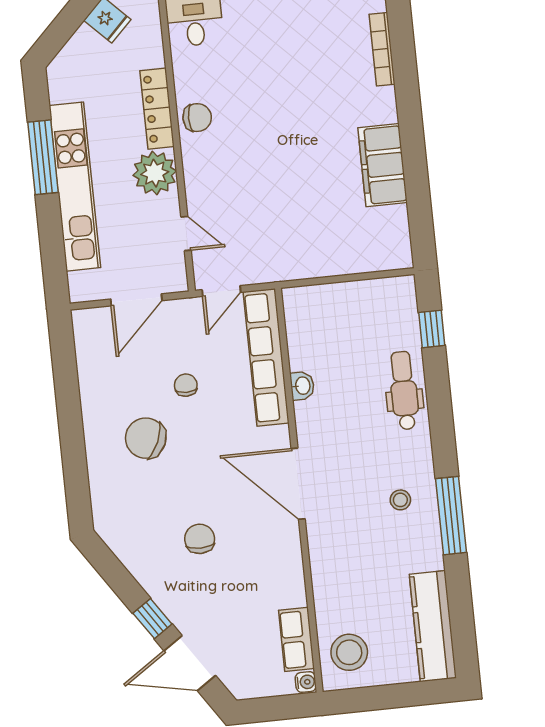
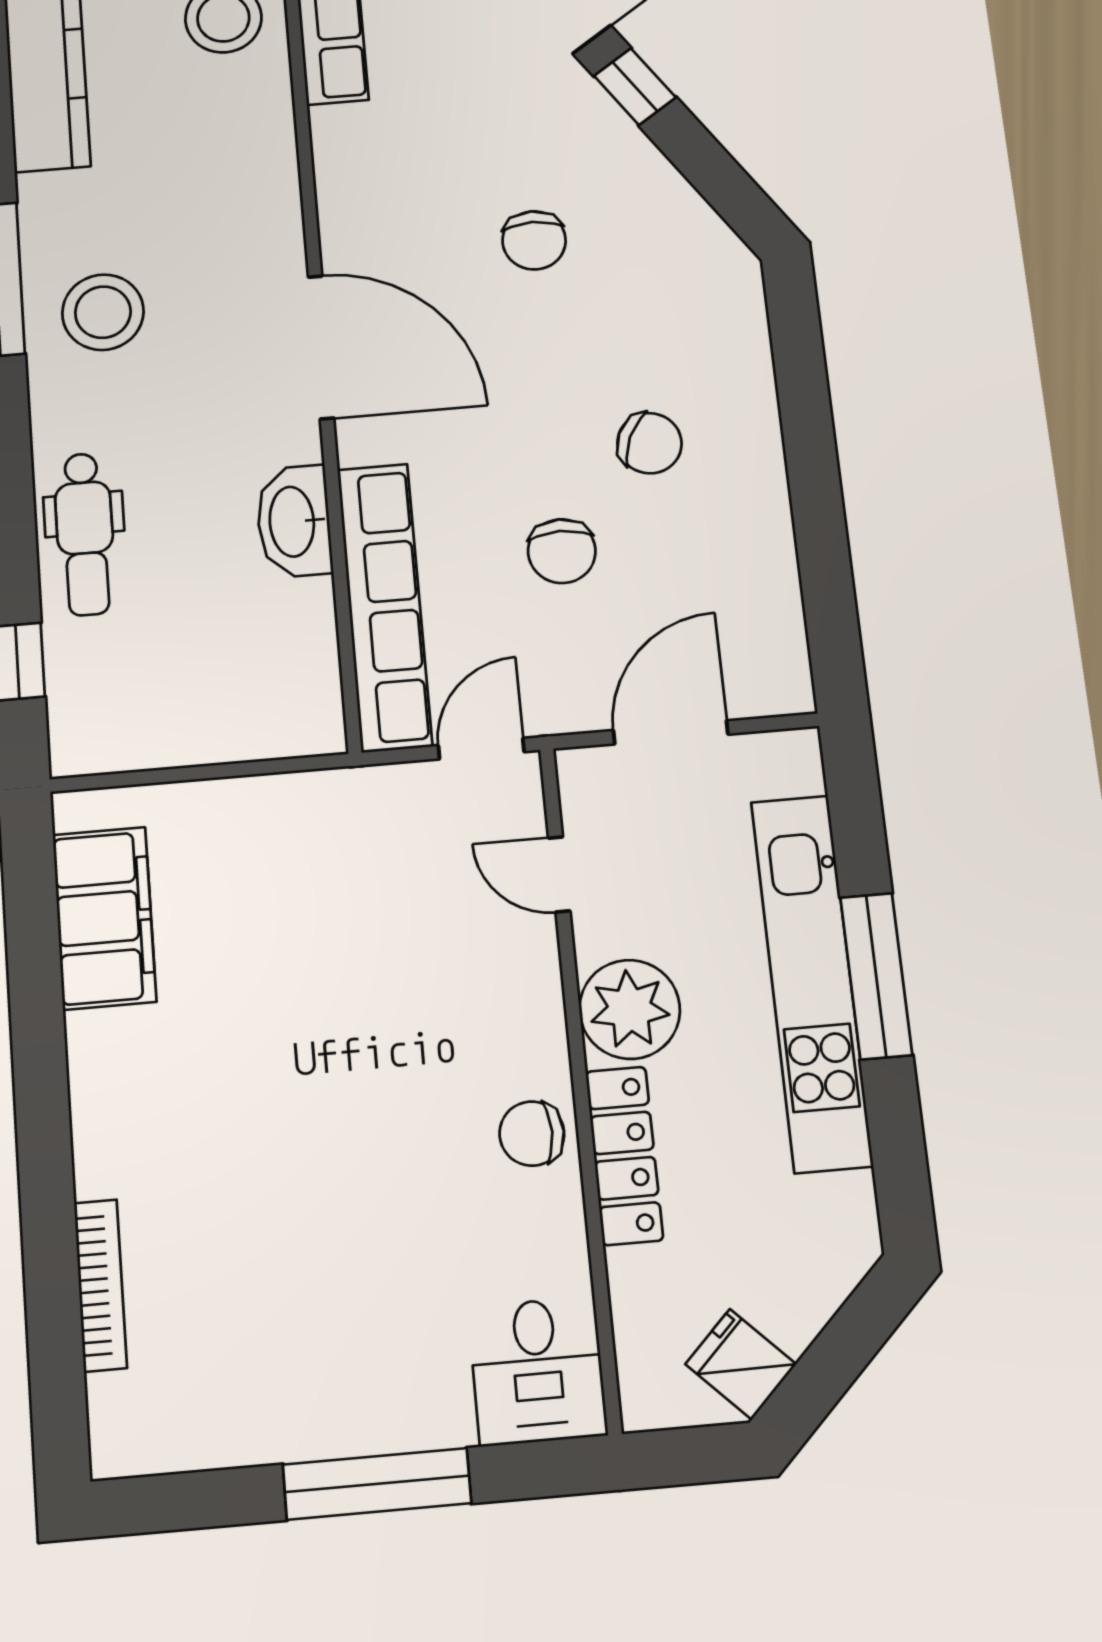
window: (43, 157) -> (876, 976), moved
filing cabinet: (383, 165) -> (104, 918), moved
chair: (186, 385) -> (562, 551), width x1.37, depth x1.37
washbasin: (302, 386) -> (294, 522), width x1.91, depth x1.45
chair: (146, 438) -> (649, 443), width x0.73, depth x0.73
stool: (400, 500) -> (103, 312), width x1.89, depth x1.89

